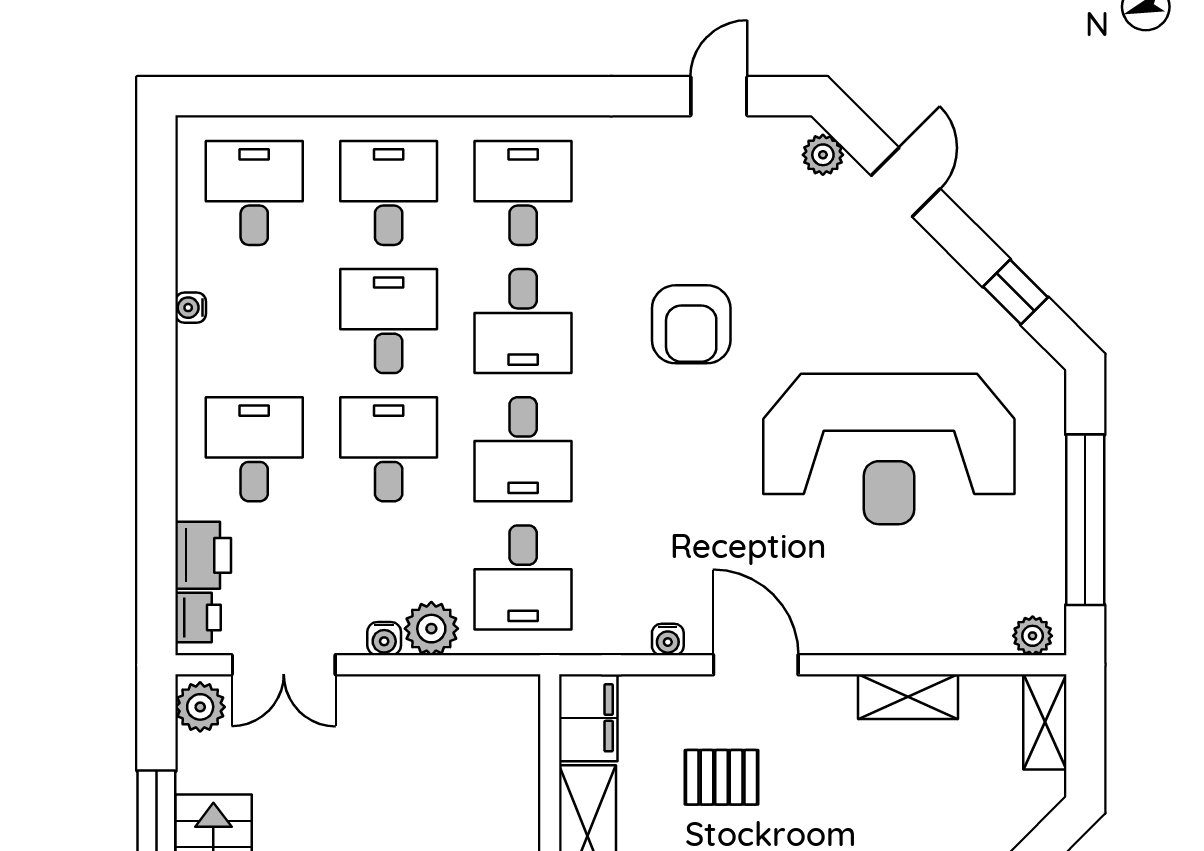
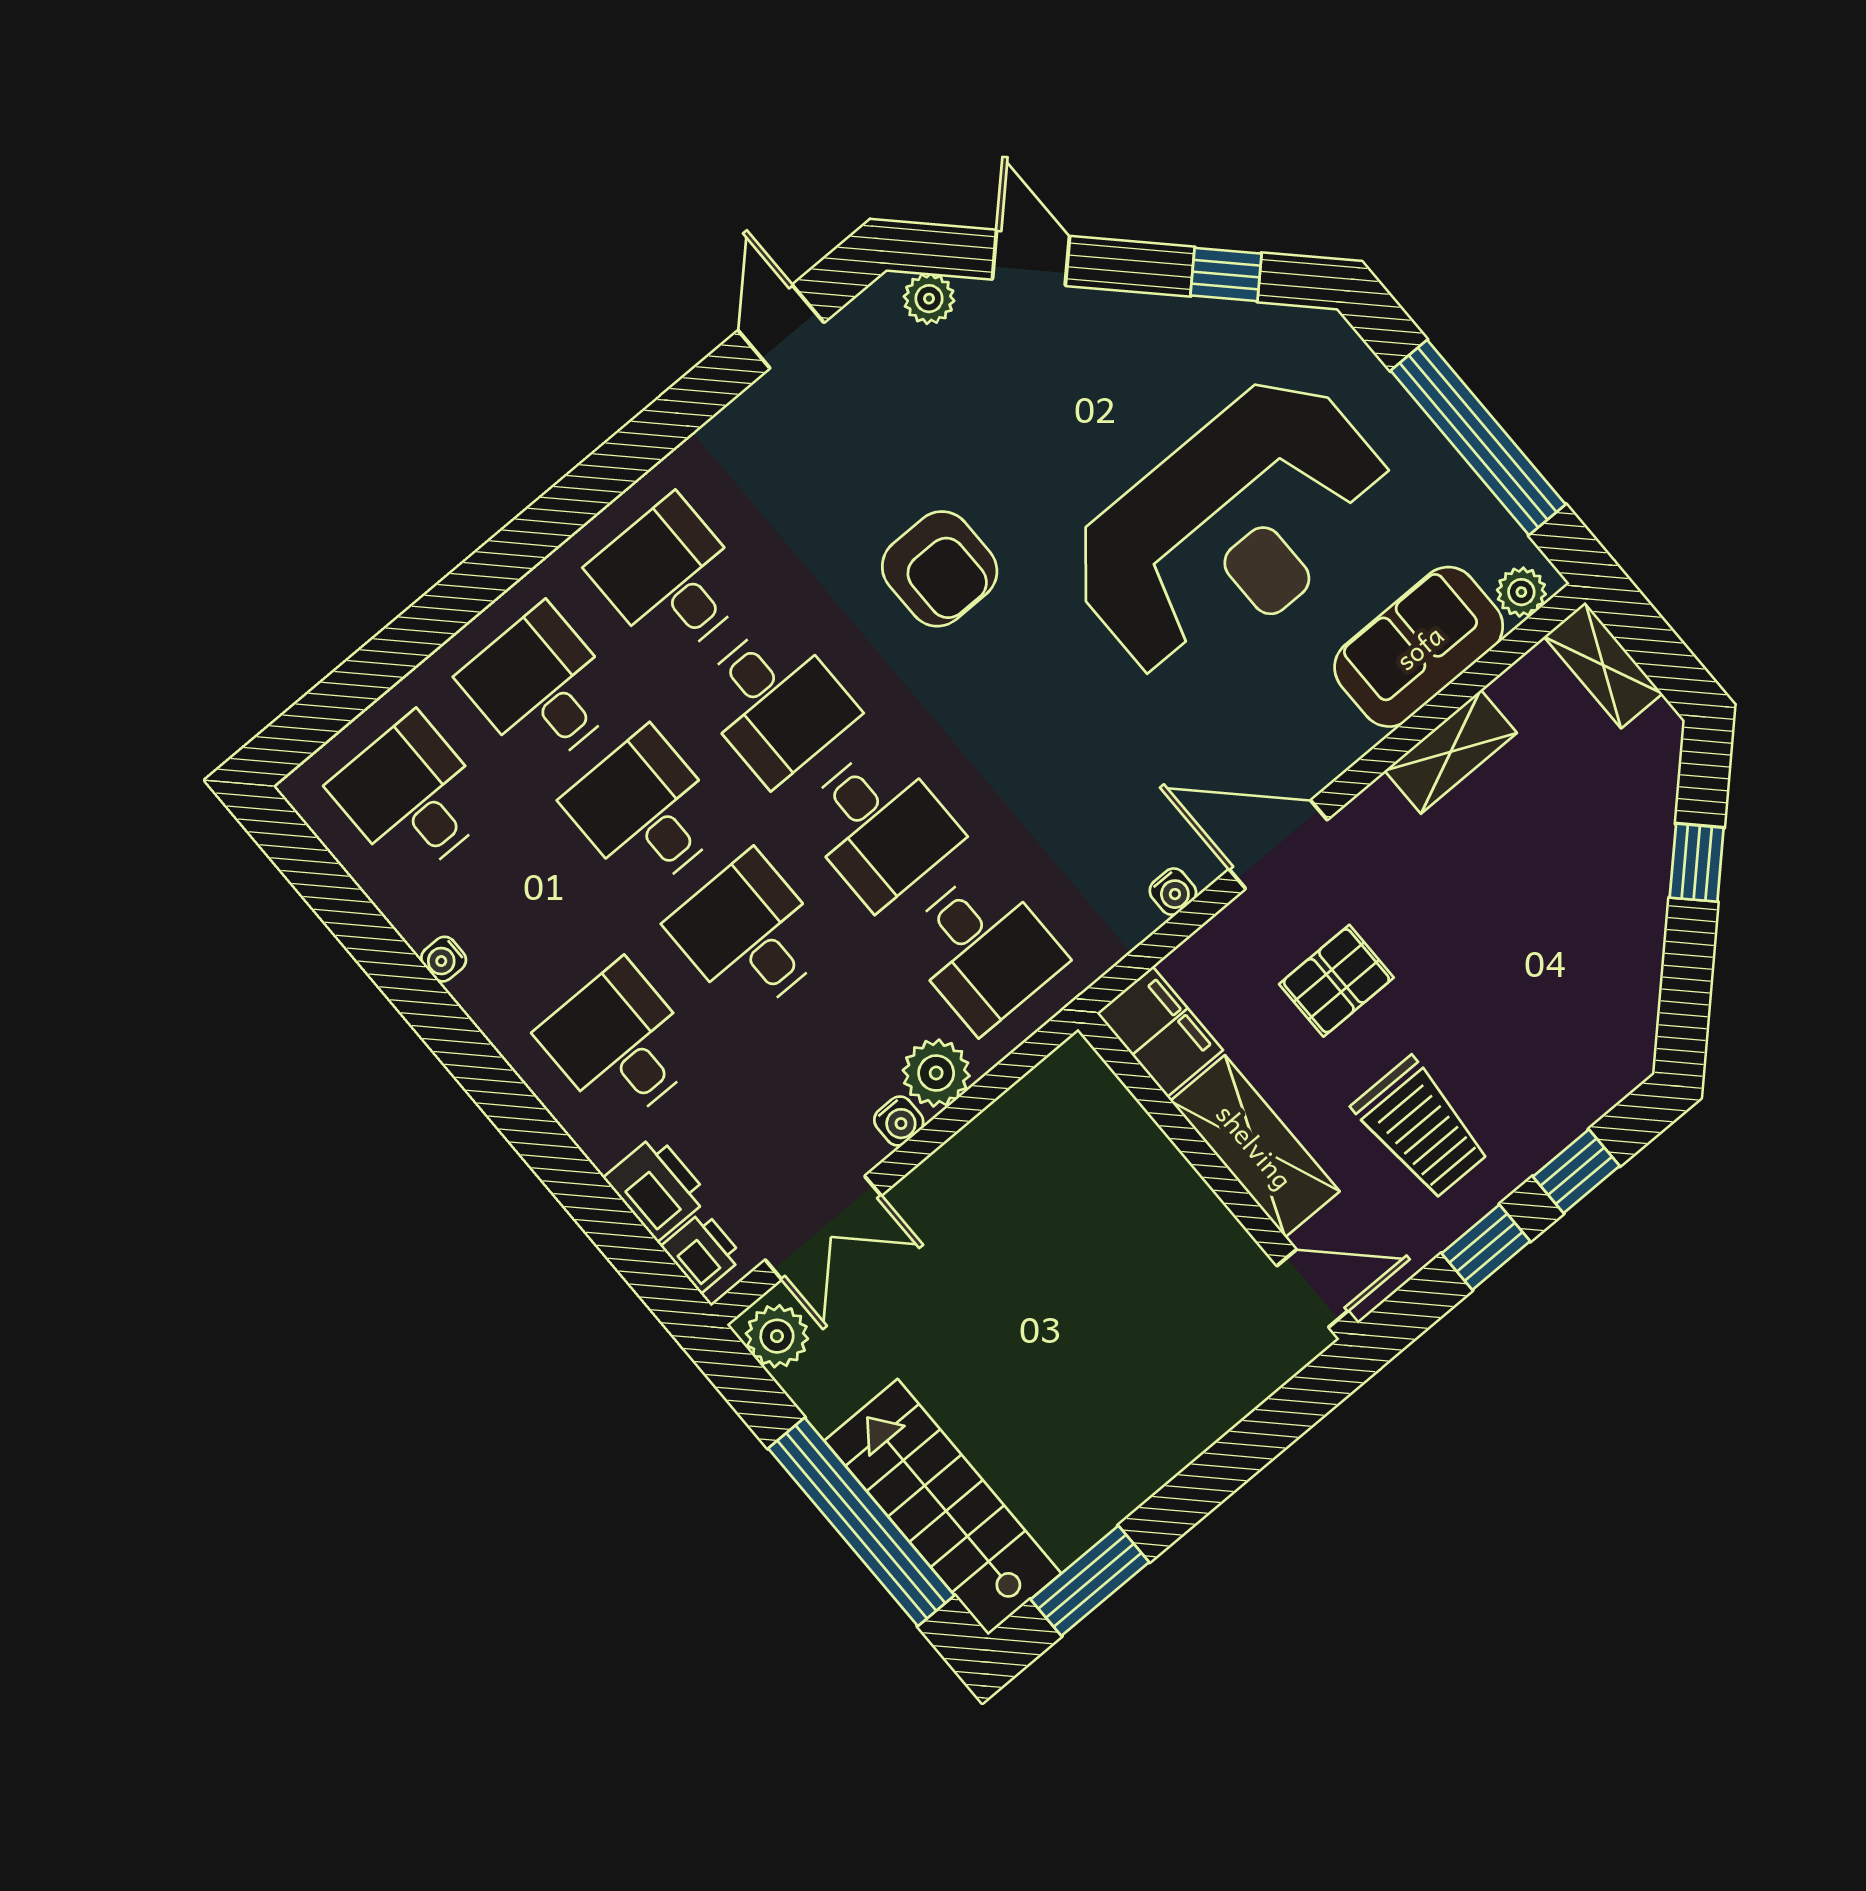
sofa: (942, 617) -> (1419, 647), added

